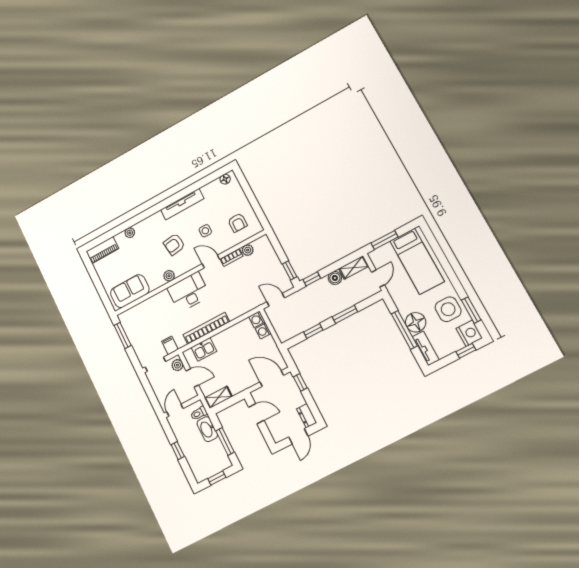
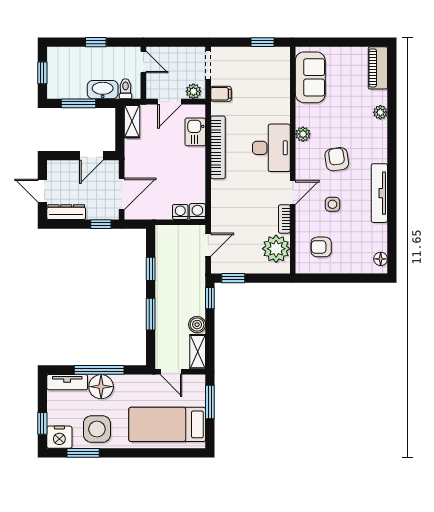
plant: (248, 250) -> (276, 249), width x1.88, depth x1.88
window: (123, 335) -> (263, 42), width x0.67
dresser: (307, 416) -> (66, 212), width x1.44

